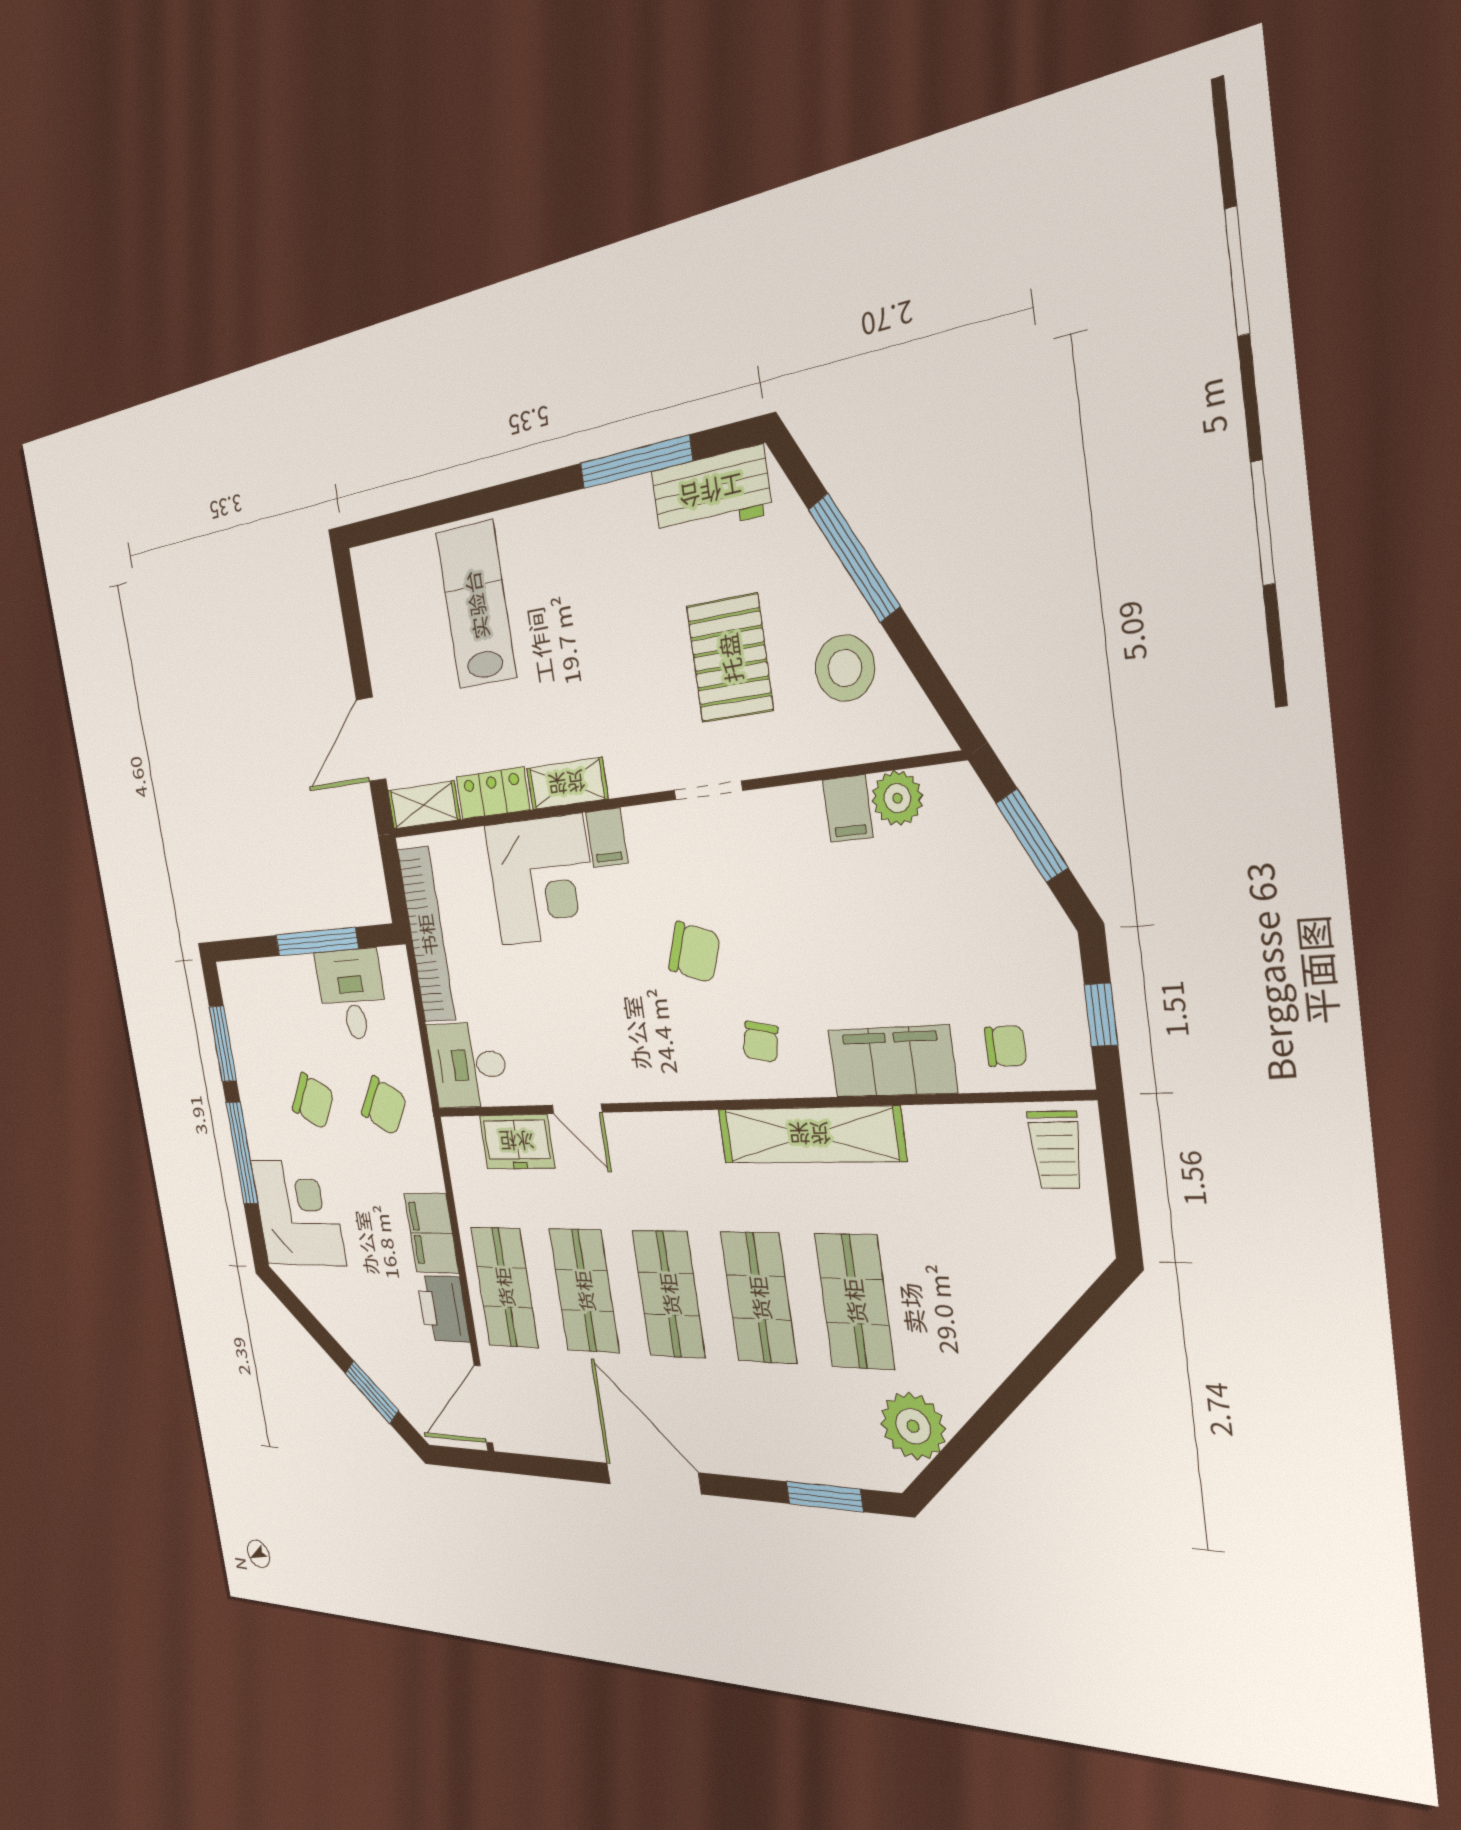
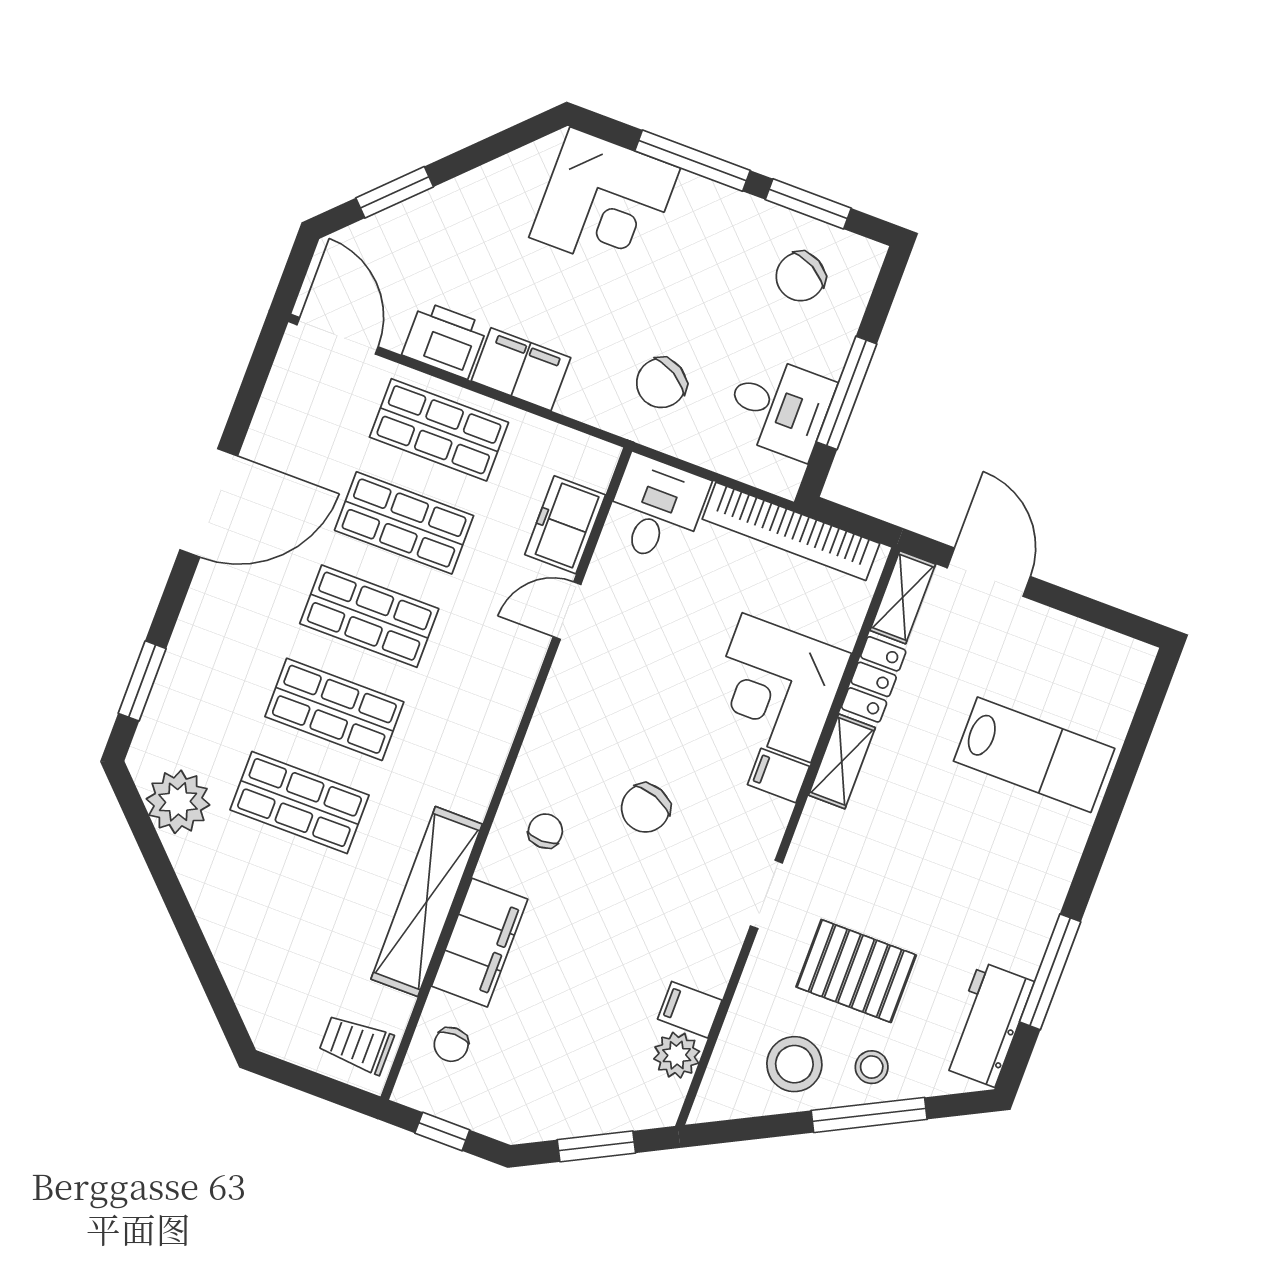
stool: (808, 585) -> (872, 1067), added
chair: (761, 1042) -> (545, 831), turned 78
chair: (313, 1101) -> (801, 277), moved
shelving: (810, 1135) -> (427, 902), moved

